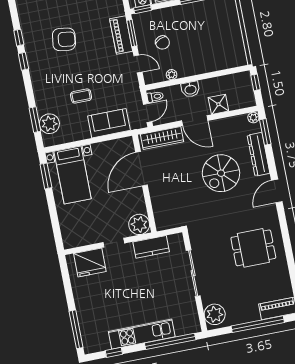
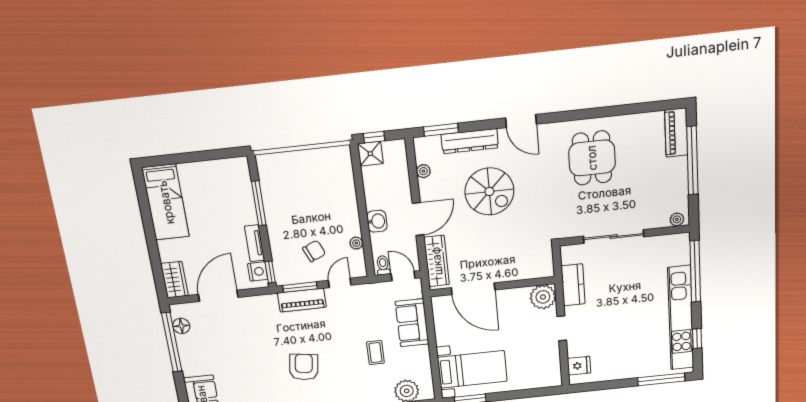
shower: (218, 104) -> (370, 154), moved
plant: (253, 118) -> (423, 171), moved
fridge: (90, 263) -> (579, 366), width x0.53, depth x0.75
plant: (215, 314) -> (677, 219), width x0.53, depth x0.53
kitchen unit: (142, 334) -> (681, 318), width x1.36

